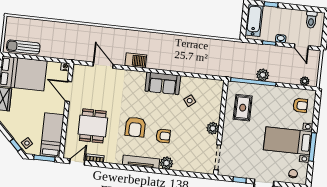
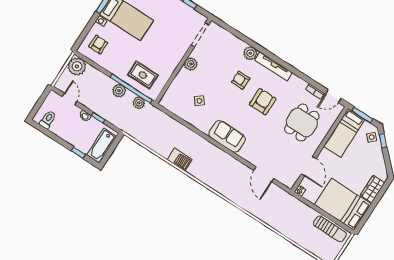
barbecue: (136, 60) -> (180, 160), moved, turned 180
plant: (241, 73) -> (139, 103), added
plant: (305, 81) -> (77, 66), width x1.88, depth x1.88
sofa: (163, 83) -> (227, 136), moved
armchair: (300, 105) -> (98, 45), turned 90
rug: (243, 108) -> (143, 75), moved, turned 90

